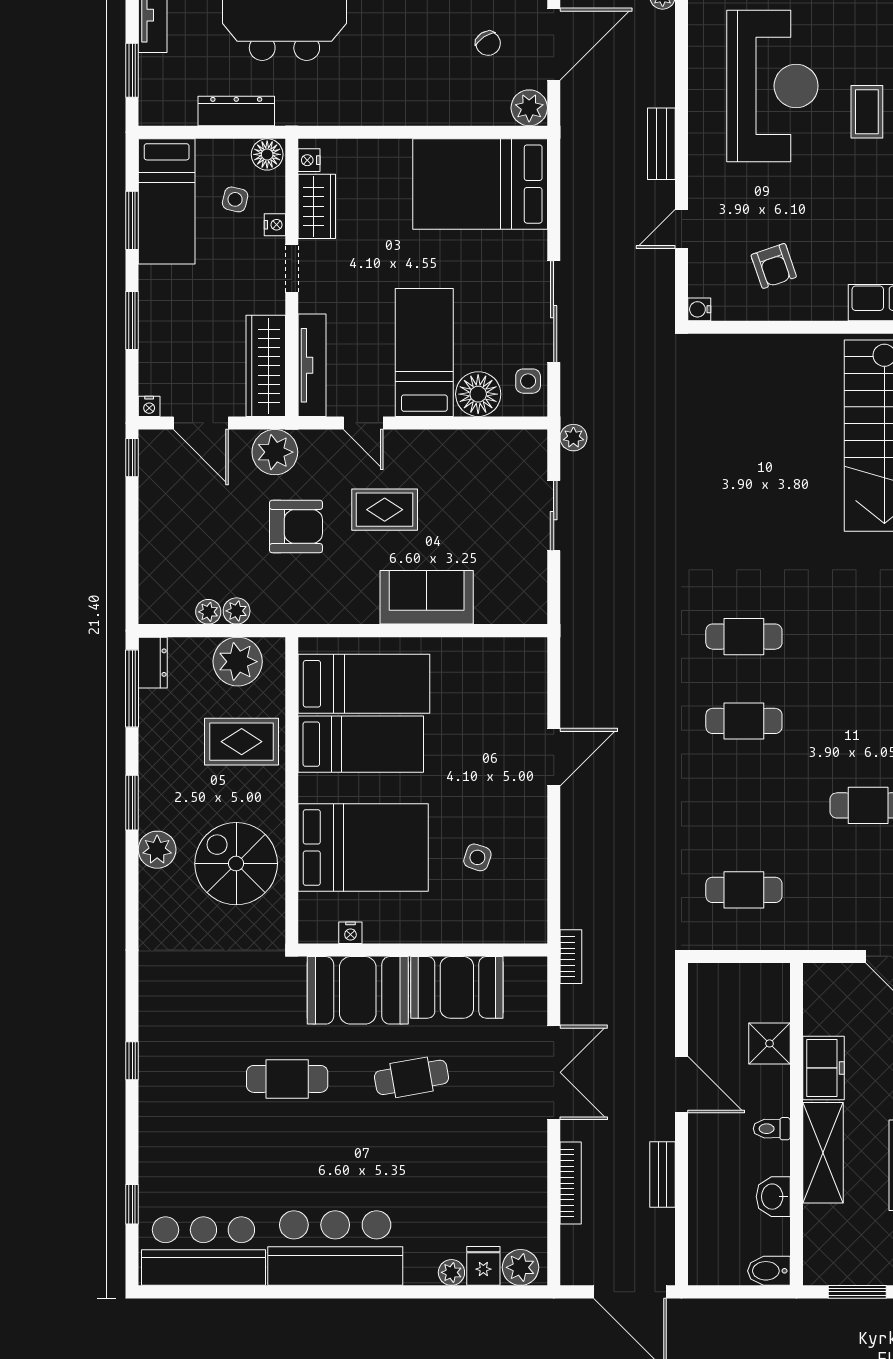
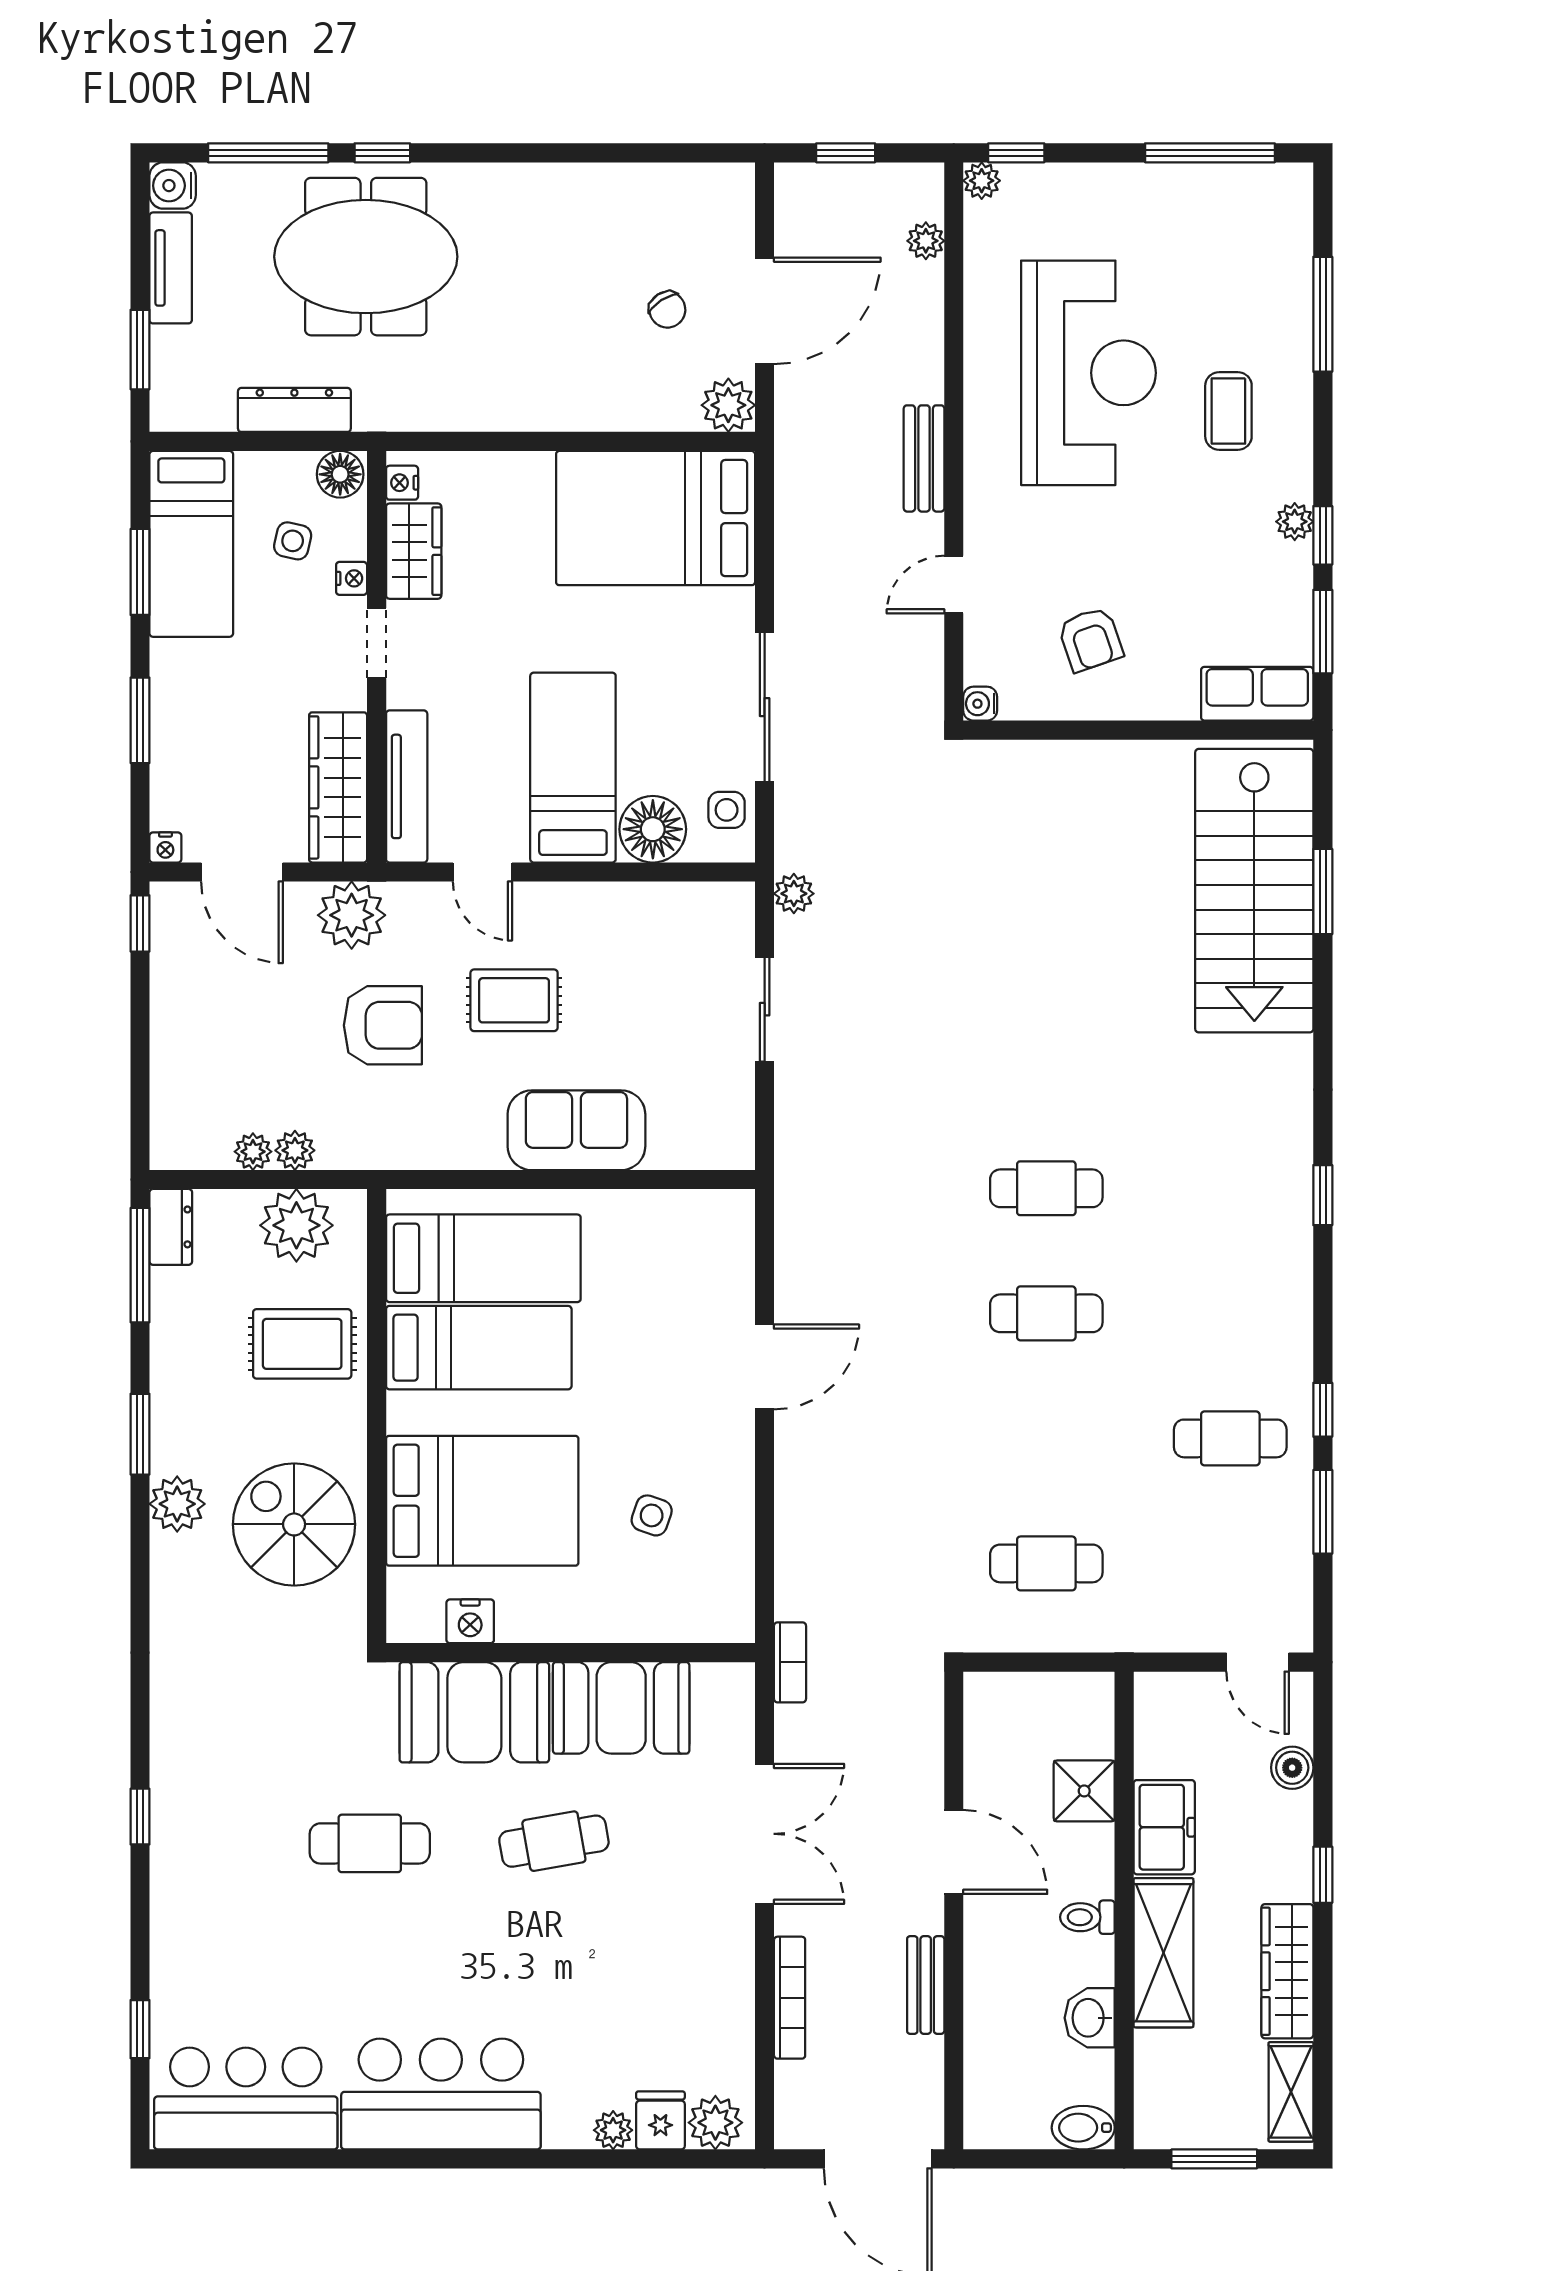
nightstand: (350, 933) -> (470, 1621), width x1.39, depth x1.35

